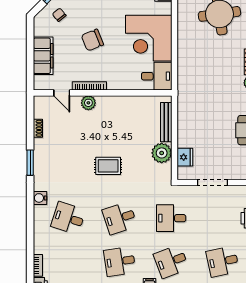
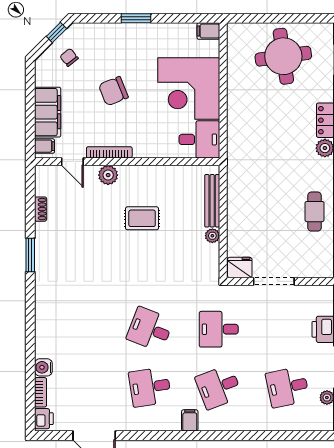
filing cabinet: (41, 81) -> (45, 146), added
plant: (162, 153) -> (212, 236), width x0.53, depth x0.53
fridge: (185, 157) -> (240, 268), moved, turned -90
rug: (108, 166) -> (142, 218), moved
water cooler: (40, 198) -> (43, 367), moved
desk: (68, 218) -> (81, 329), removed
desk: (120, 218) -> (150, 329), turned 39

